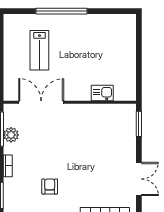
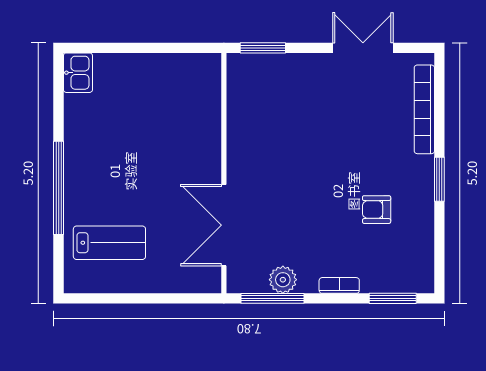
lab bench: (39, 50) -> (109, 243), moved
kitchen sink: (102, 93) -> (78, 73), moved, turned 180

